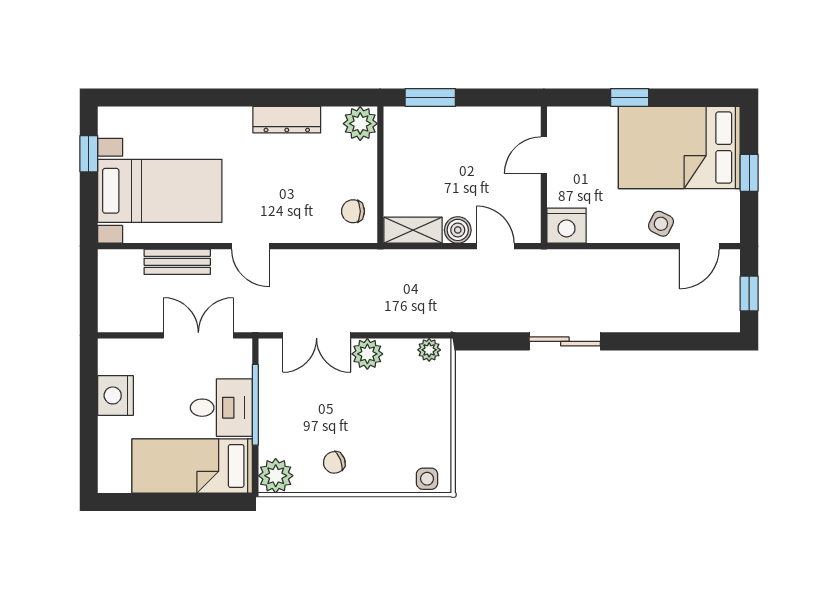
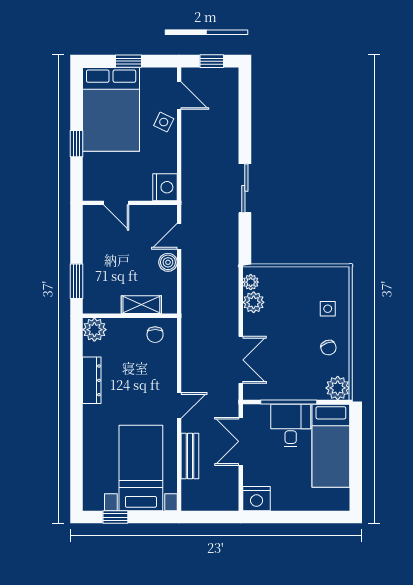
shelving: (413, 230) -> (141, 305), moved, turned 90
plant: (367, 354) -> (254, 302), moved
nightstand: (116, 395) -> (257, 499), moved
side table: (427, 479) -> (328, 309), moved

